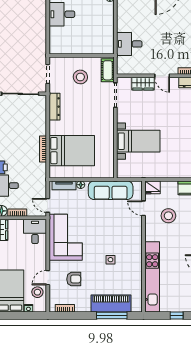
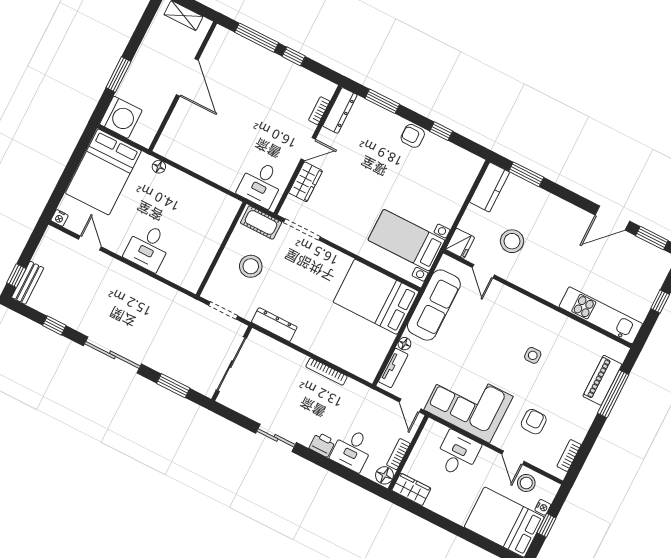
desk: (129, 44) -> (261, 184), moved
bed with nightstands: (138, 141) -> (406, 240), moved, turned -90
bed: (72, 151) -> (376, 297), moved, turned -90
door: (48, 205) -> (410, 406), hinge flipped
door: (144, 208) -> (483, 271), hinge flipped
desk: (35, 231) -> (457, 454), moved, turned 90
kitchen unit: (152, 277) -> (601, 315), width x0.73
piano: (111, 303) -> (602, 380), width x0.73, depth x0.75
window: (19, 315) -> (546, 525), added

